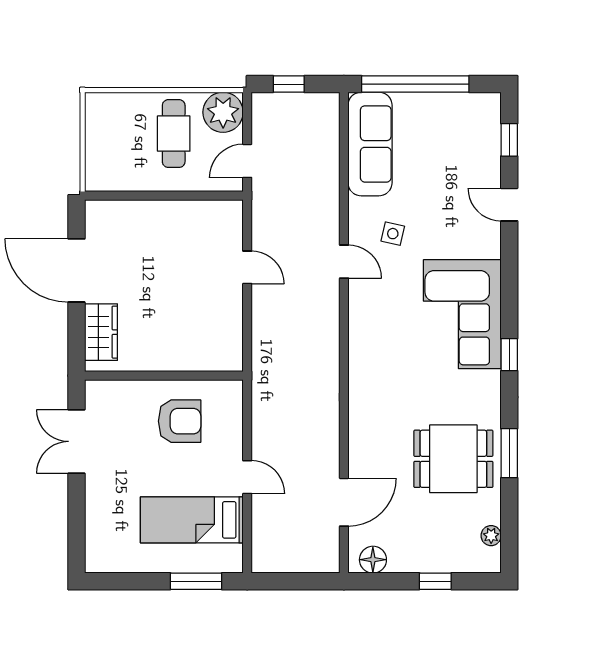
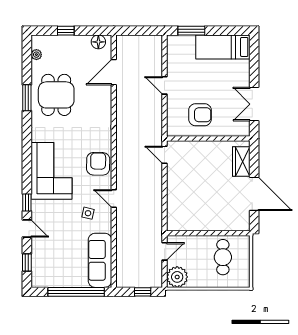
cafe table: (174, 134) -> (223, 257), moved
door: (247, 267) -> (164, 155), moved
armchair: (374, 328) -> (98, 164), added
window: (509, 355) -> (27, 202), moved
armchair: (180, 421) -> (200, 115), turned 180
double door: (77, 441) -> (254, 104), swing flipped
dining table: (453, 459) -> (56, 95), turned 90
bed: (192, 520) -> (223, 47), moved, turned 180

